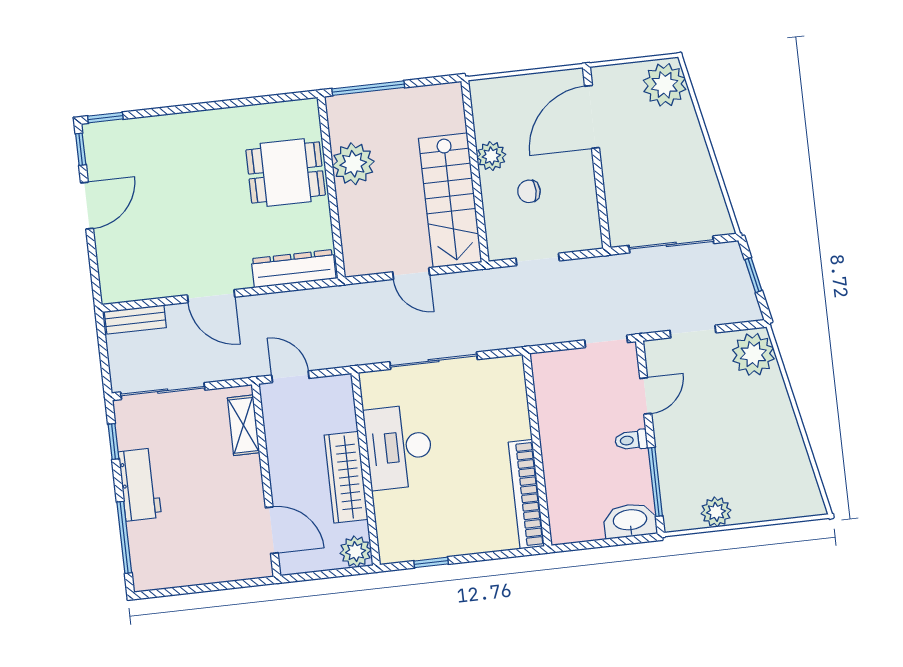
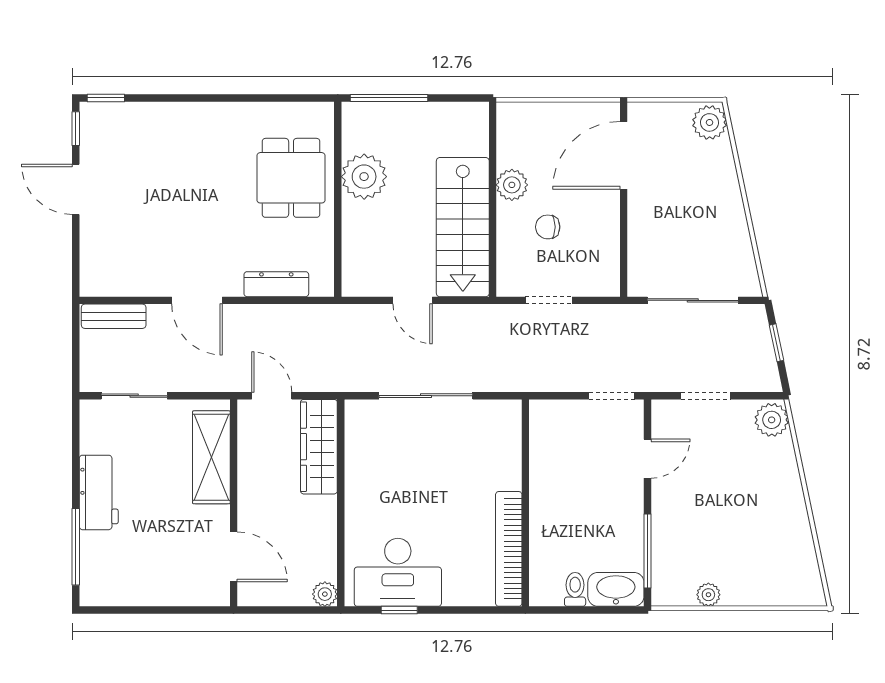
plant: (665, 85) -> (710, 122), width x0.73, depth x0.73
dining table: (286, 172) -> (291, 178), turned 90
door: (87, 206) -> (76, 189), swing flipped
dresser: (294, 269) -> (276, 284), width x0.73, depth x0.80
plant: (753, 354) -> (772, 420), width x0.73, depth x0.73
sliding door: (163, 391) -> (134, 396), width x0.73
shelving: (243, 425) -> (211, 457), width x1.50, depth x1.33
toilet: (631, 440) -> (575, 589), moved, turned 90
window: (113, 442) -> (76, 444), removed
desk: (399, 447) -> (398, 572), moved, turned -90
wardrobe: (346, 477) -> (319, 447), moved
plant: (716, 512) -> (708, 595), width x0.73, depth x0.73
plant: (356, 552) -> (325, 594), width x0.73, depth x0.73

